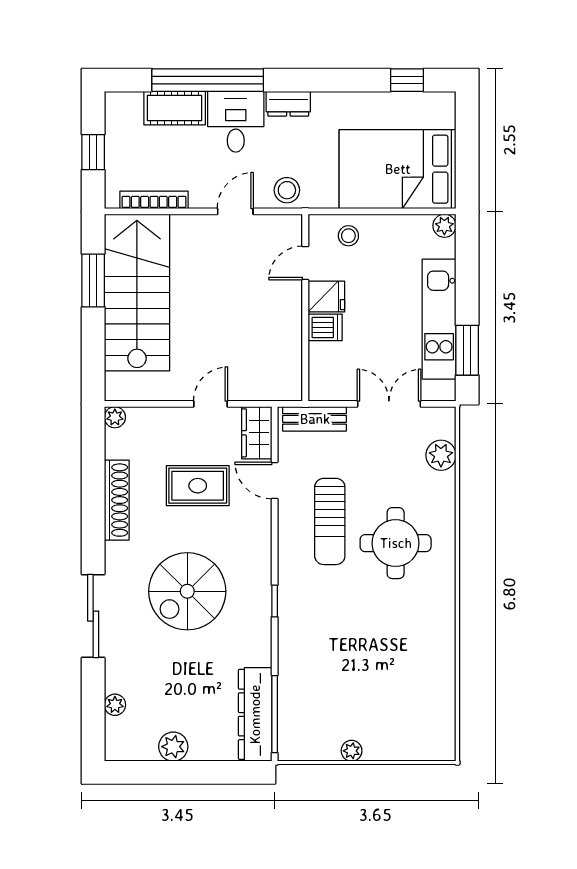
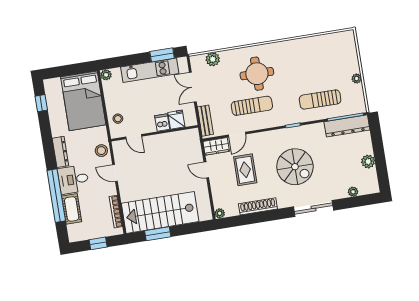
dresser: (288, 104) -> (60, 152), width x1.44
fridge: (326, 297) -> (176, 120), moved
sun lounger: (320, 667) -> (320, 100), added

